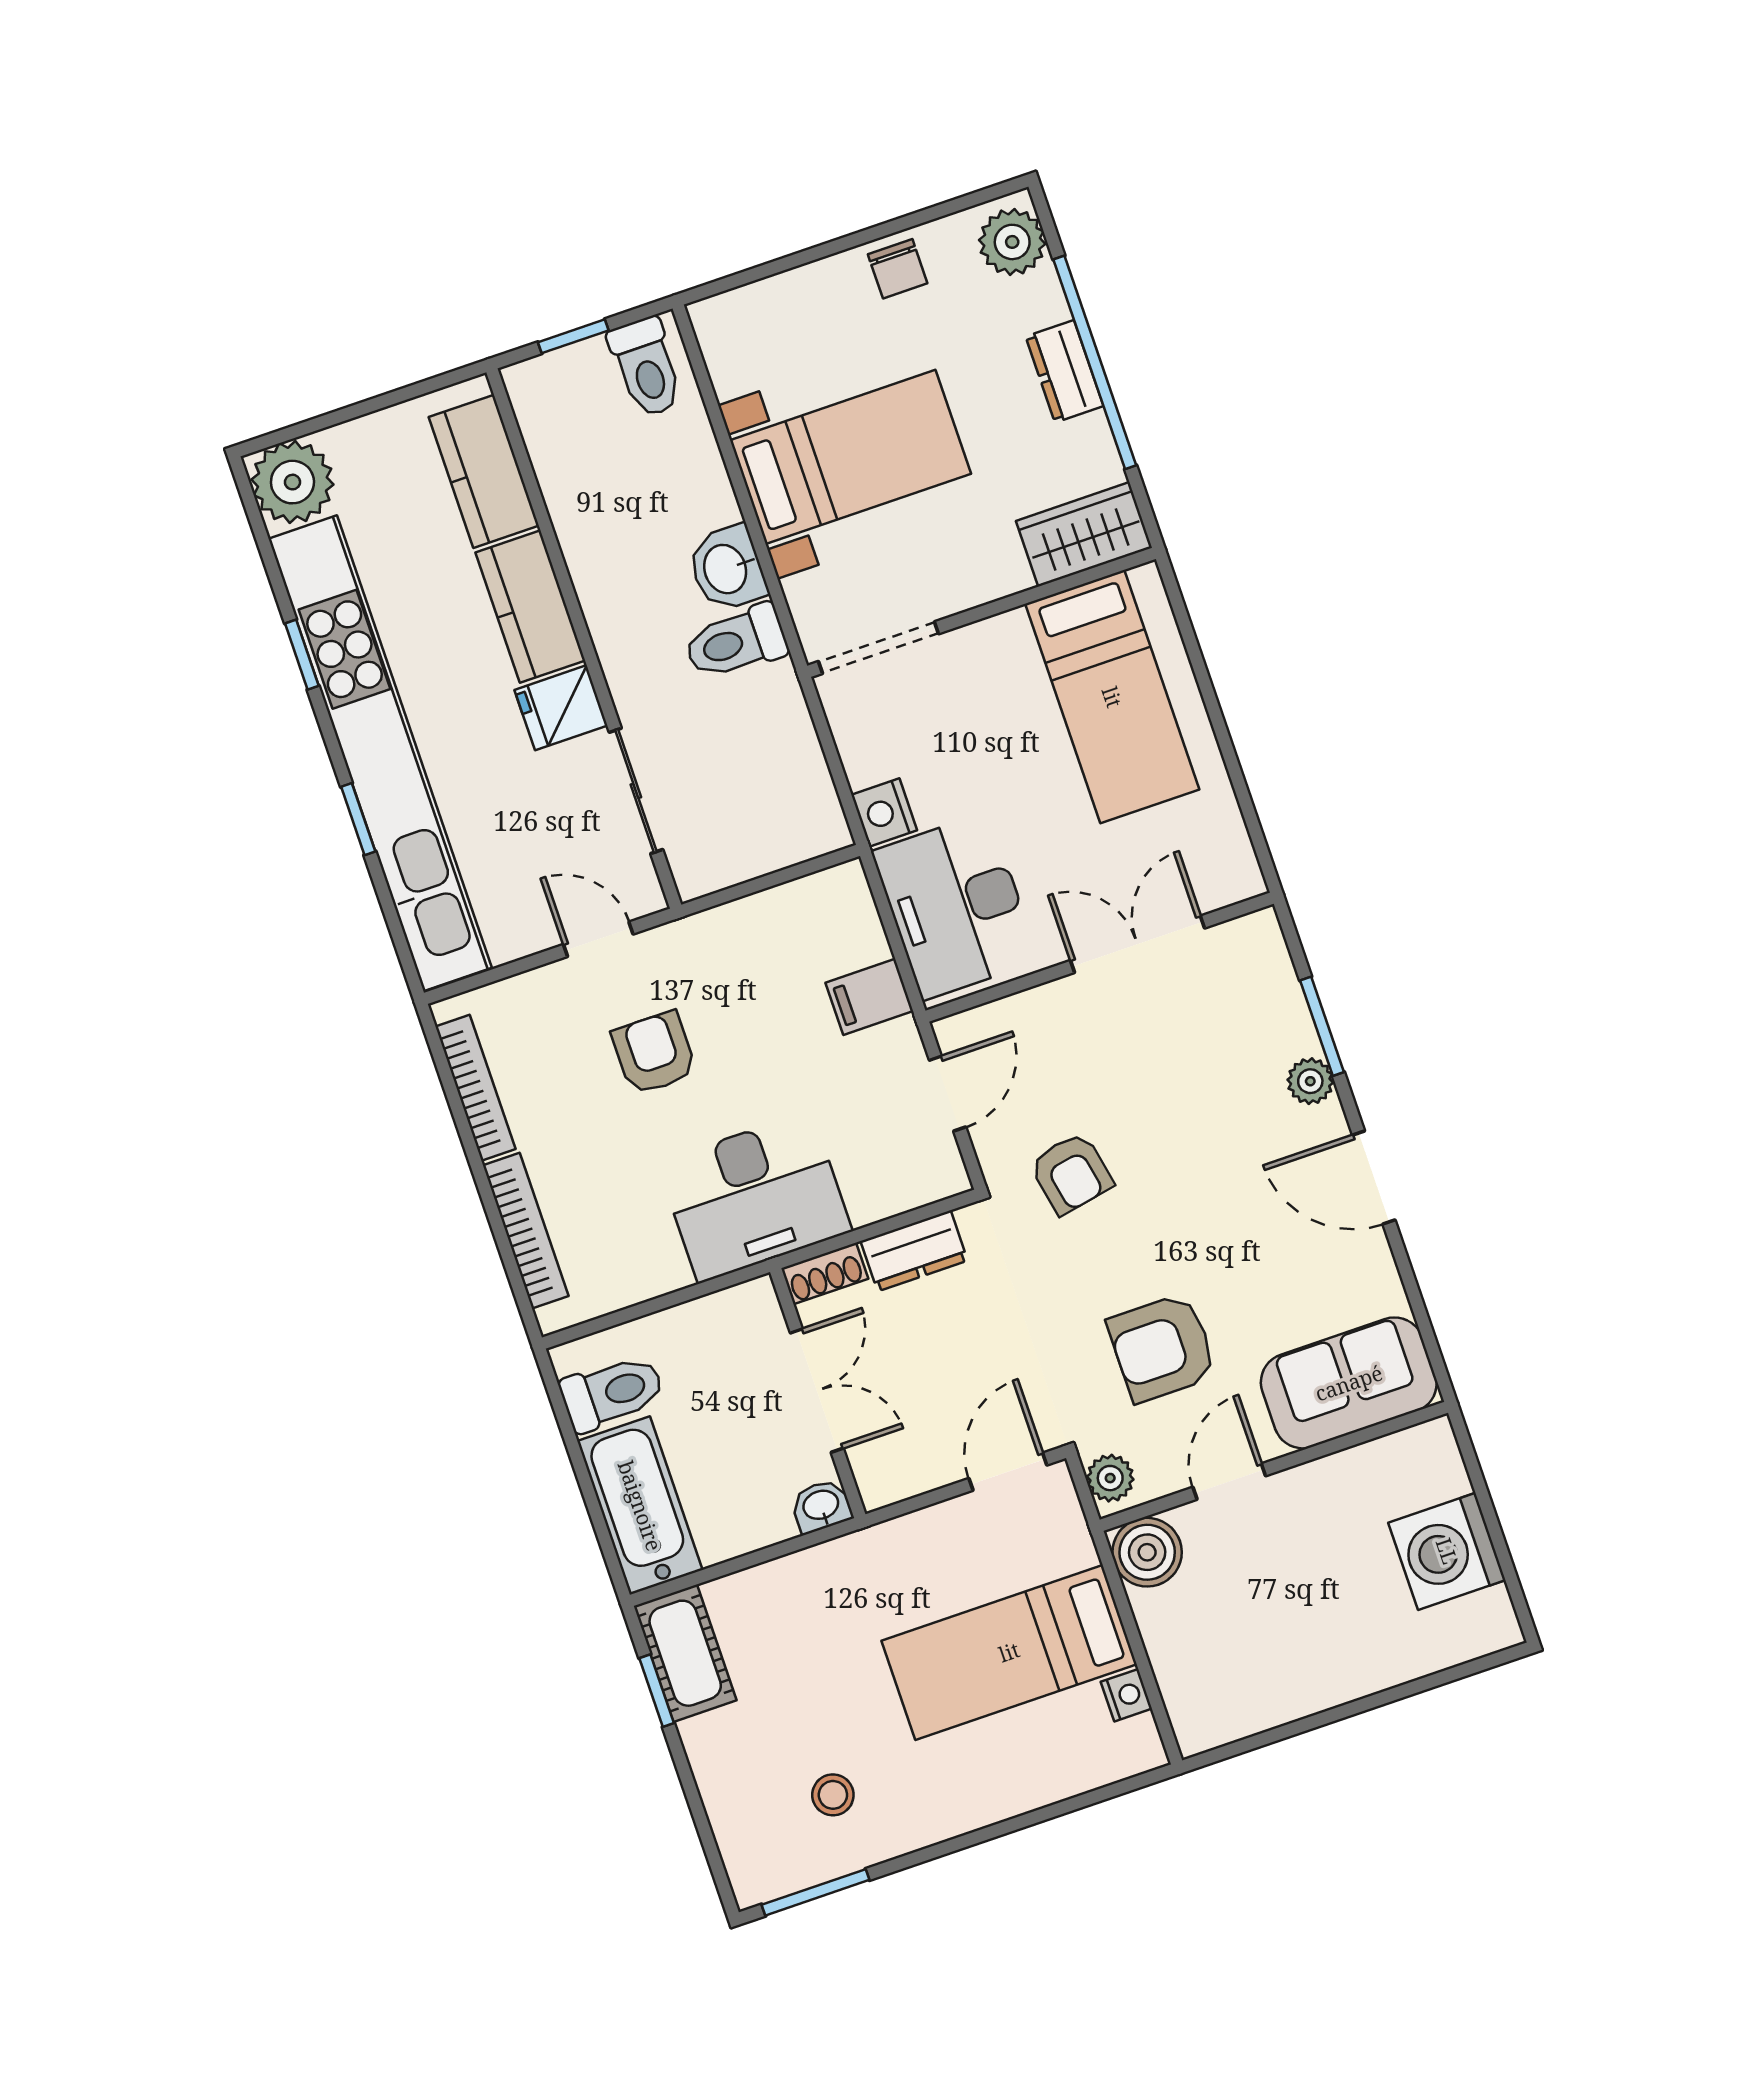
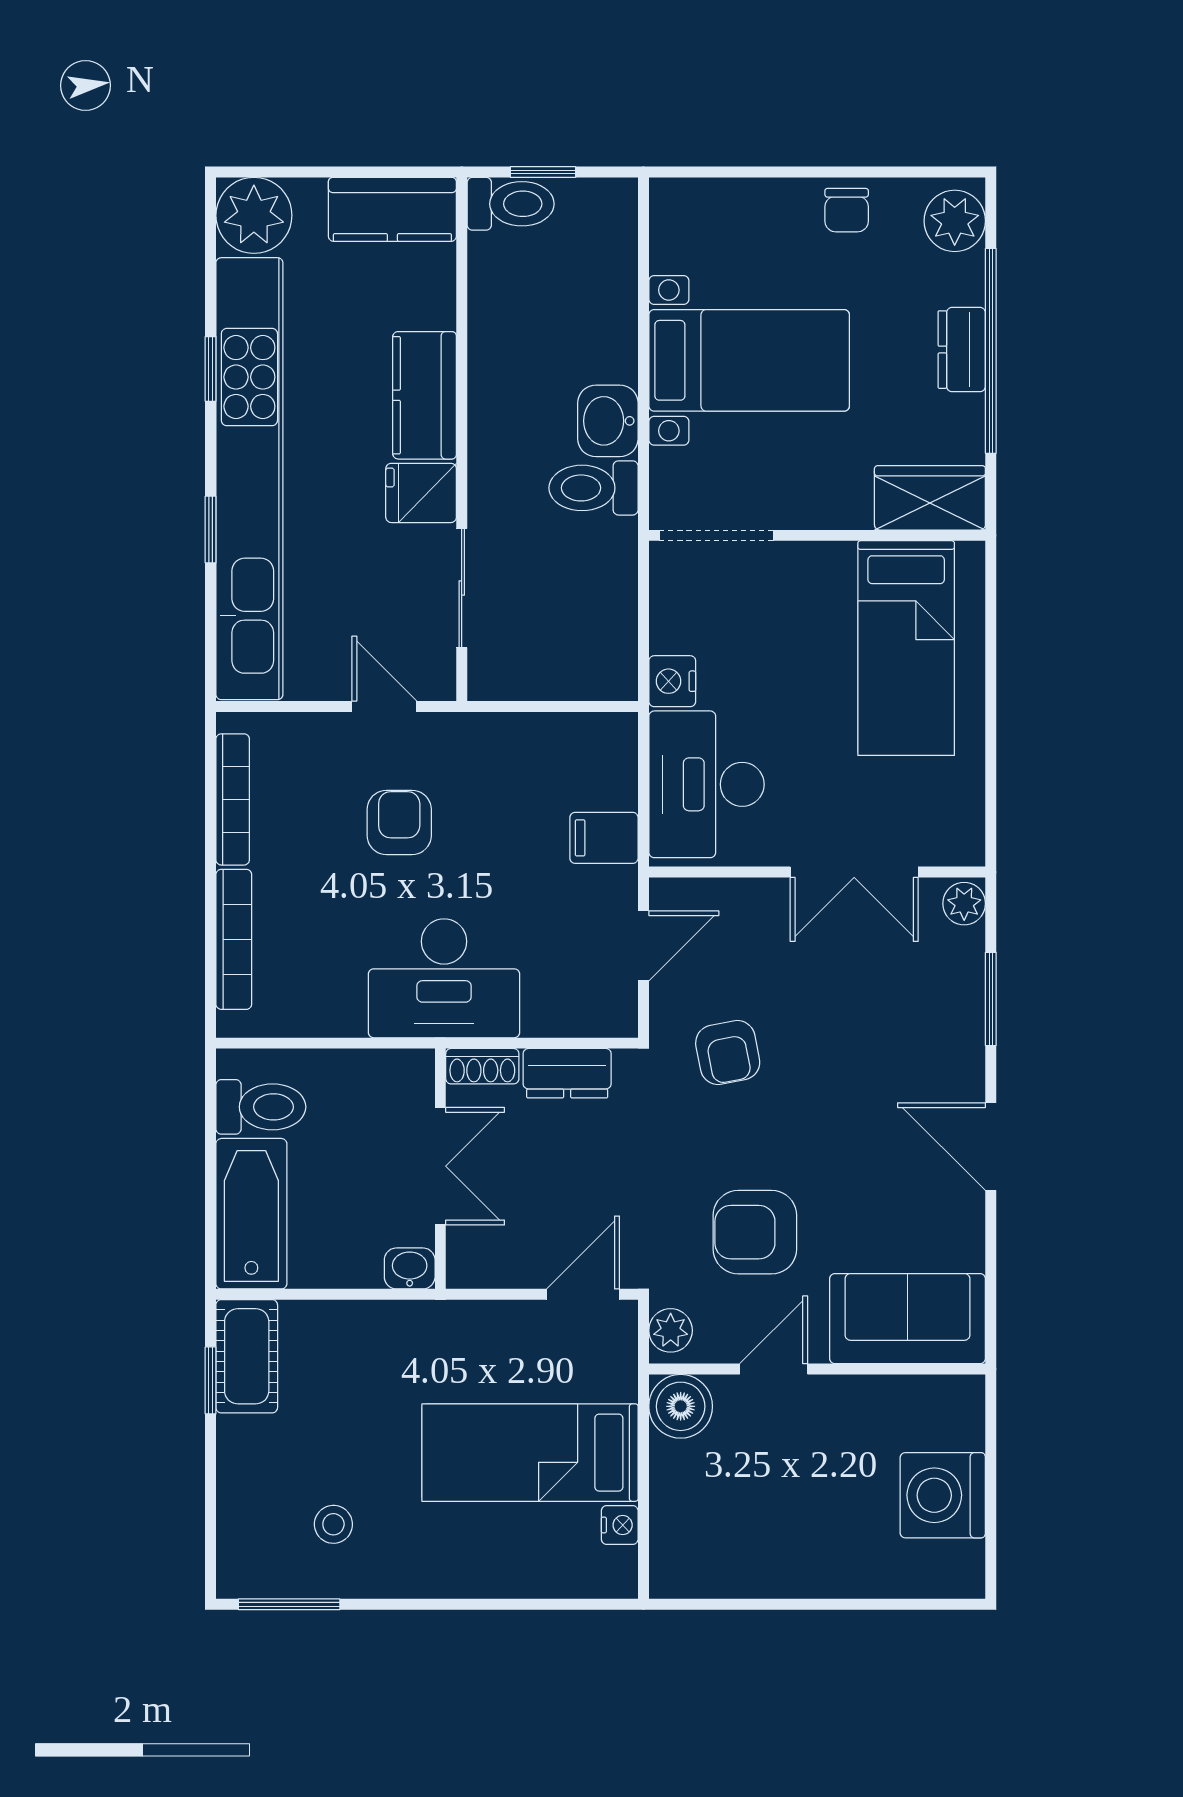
toilet: (646, 367) -> (511, 204), moved, turned -90
kitchen counter: (484, 471) -> (392, 209), moved, turned -90
double door: (1138, 944) -> (854, 872), swing flipped
plant: (1310, 1081) -> (964, 904), moved

